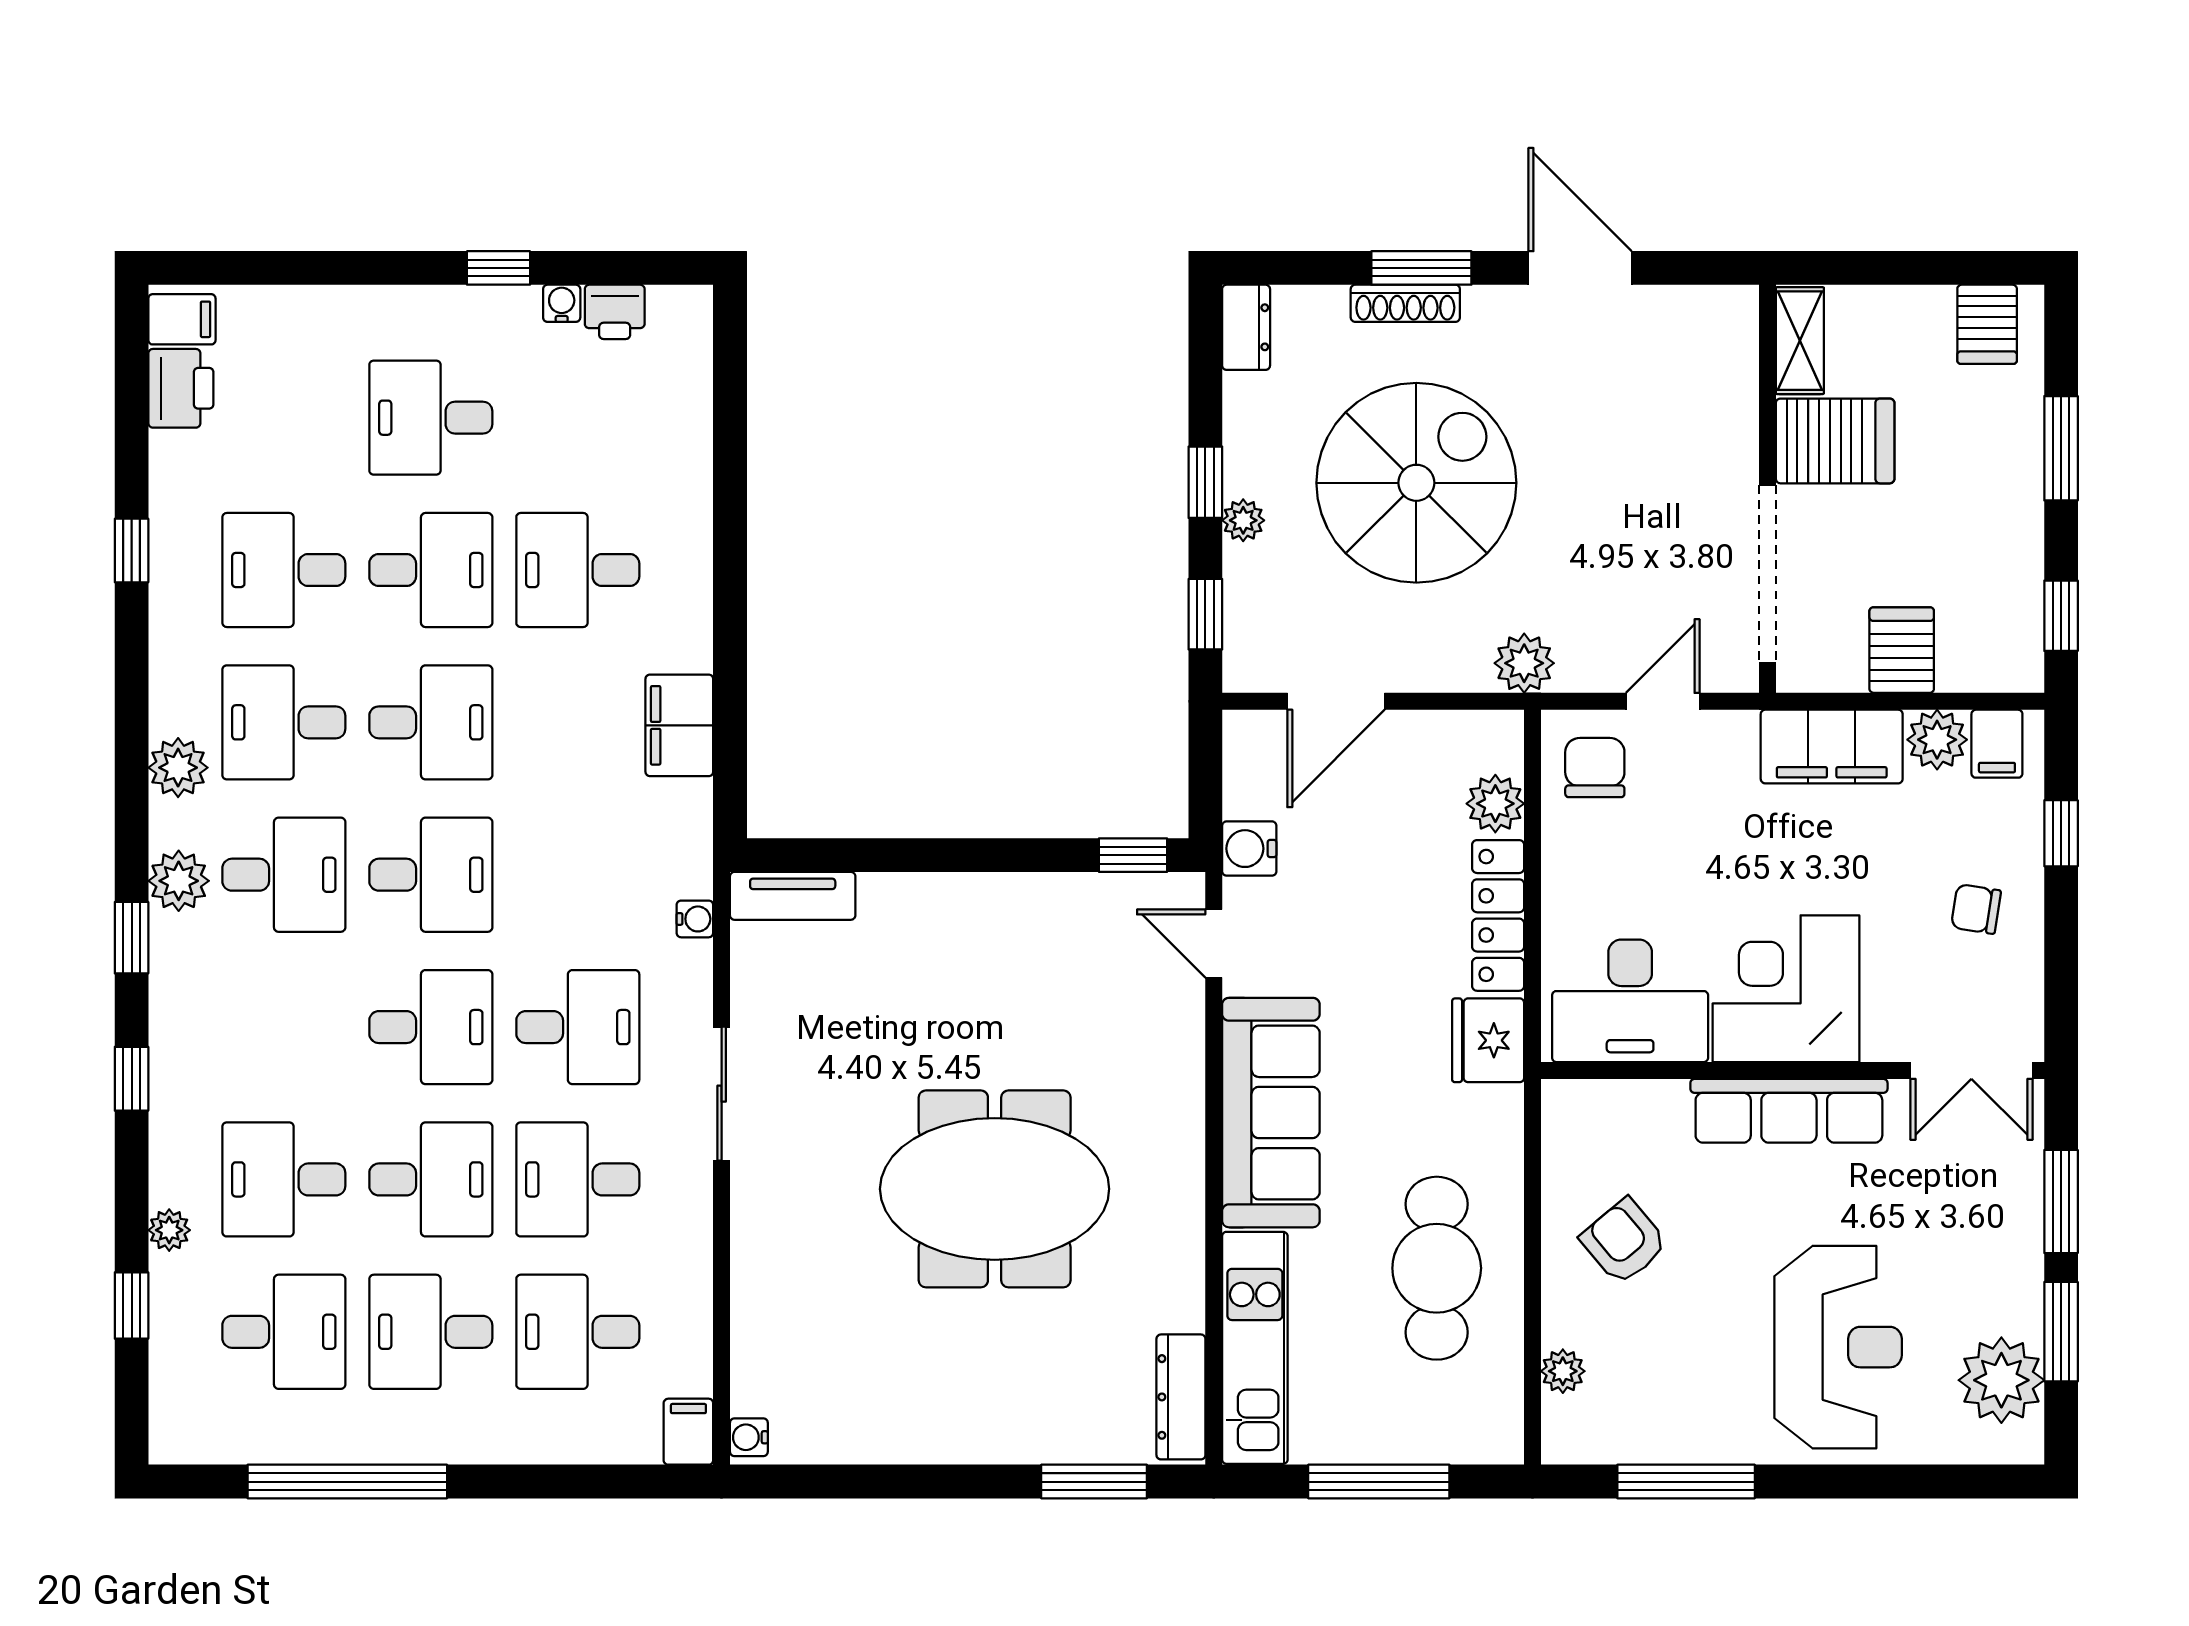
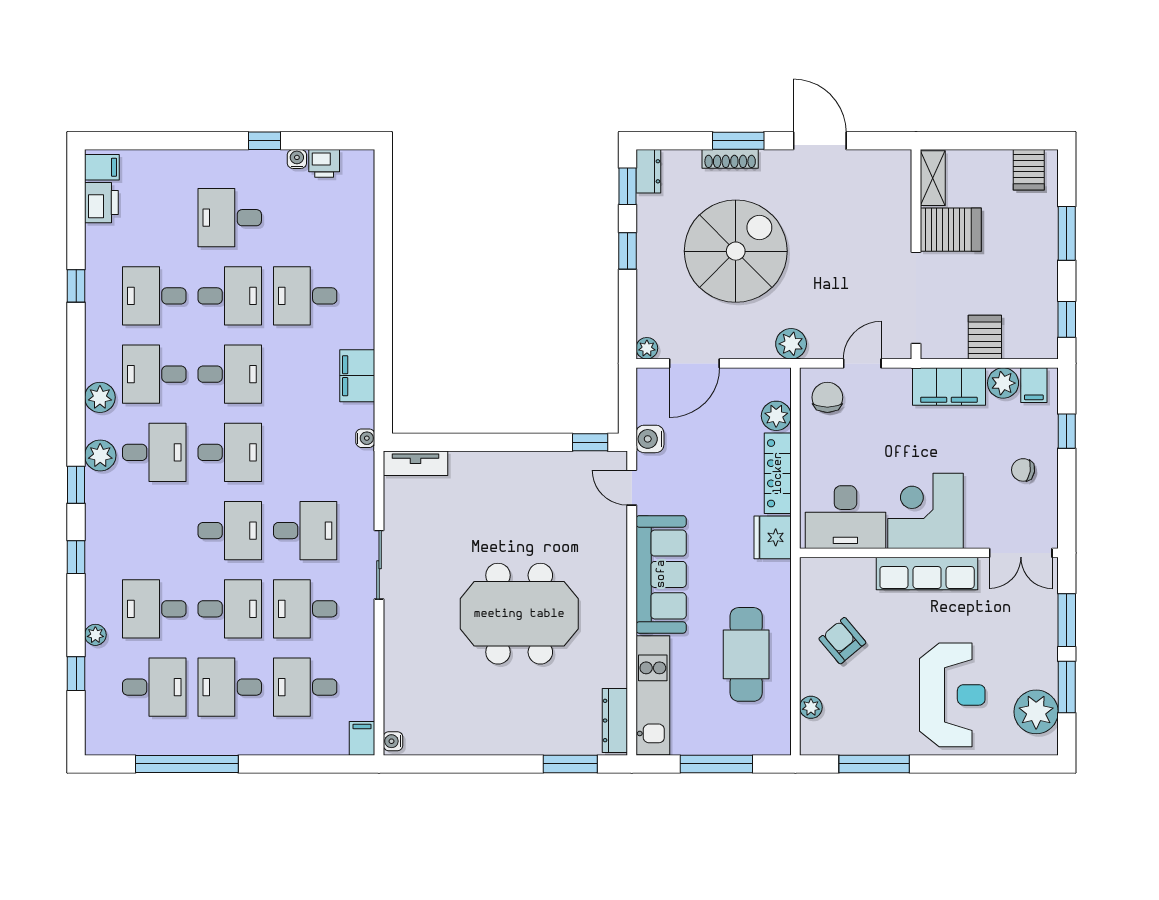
plant: (1243, 520) -> (647, 348), moved
window: (1205, 614) -> (627, 186), moved
water cooler: (695, 919) -> (365, 438), moved

